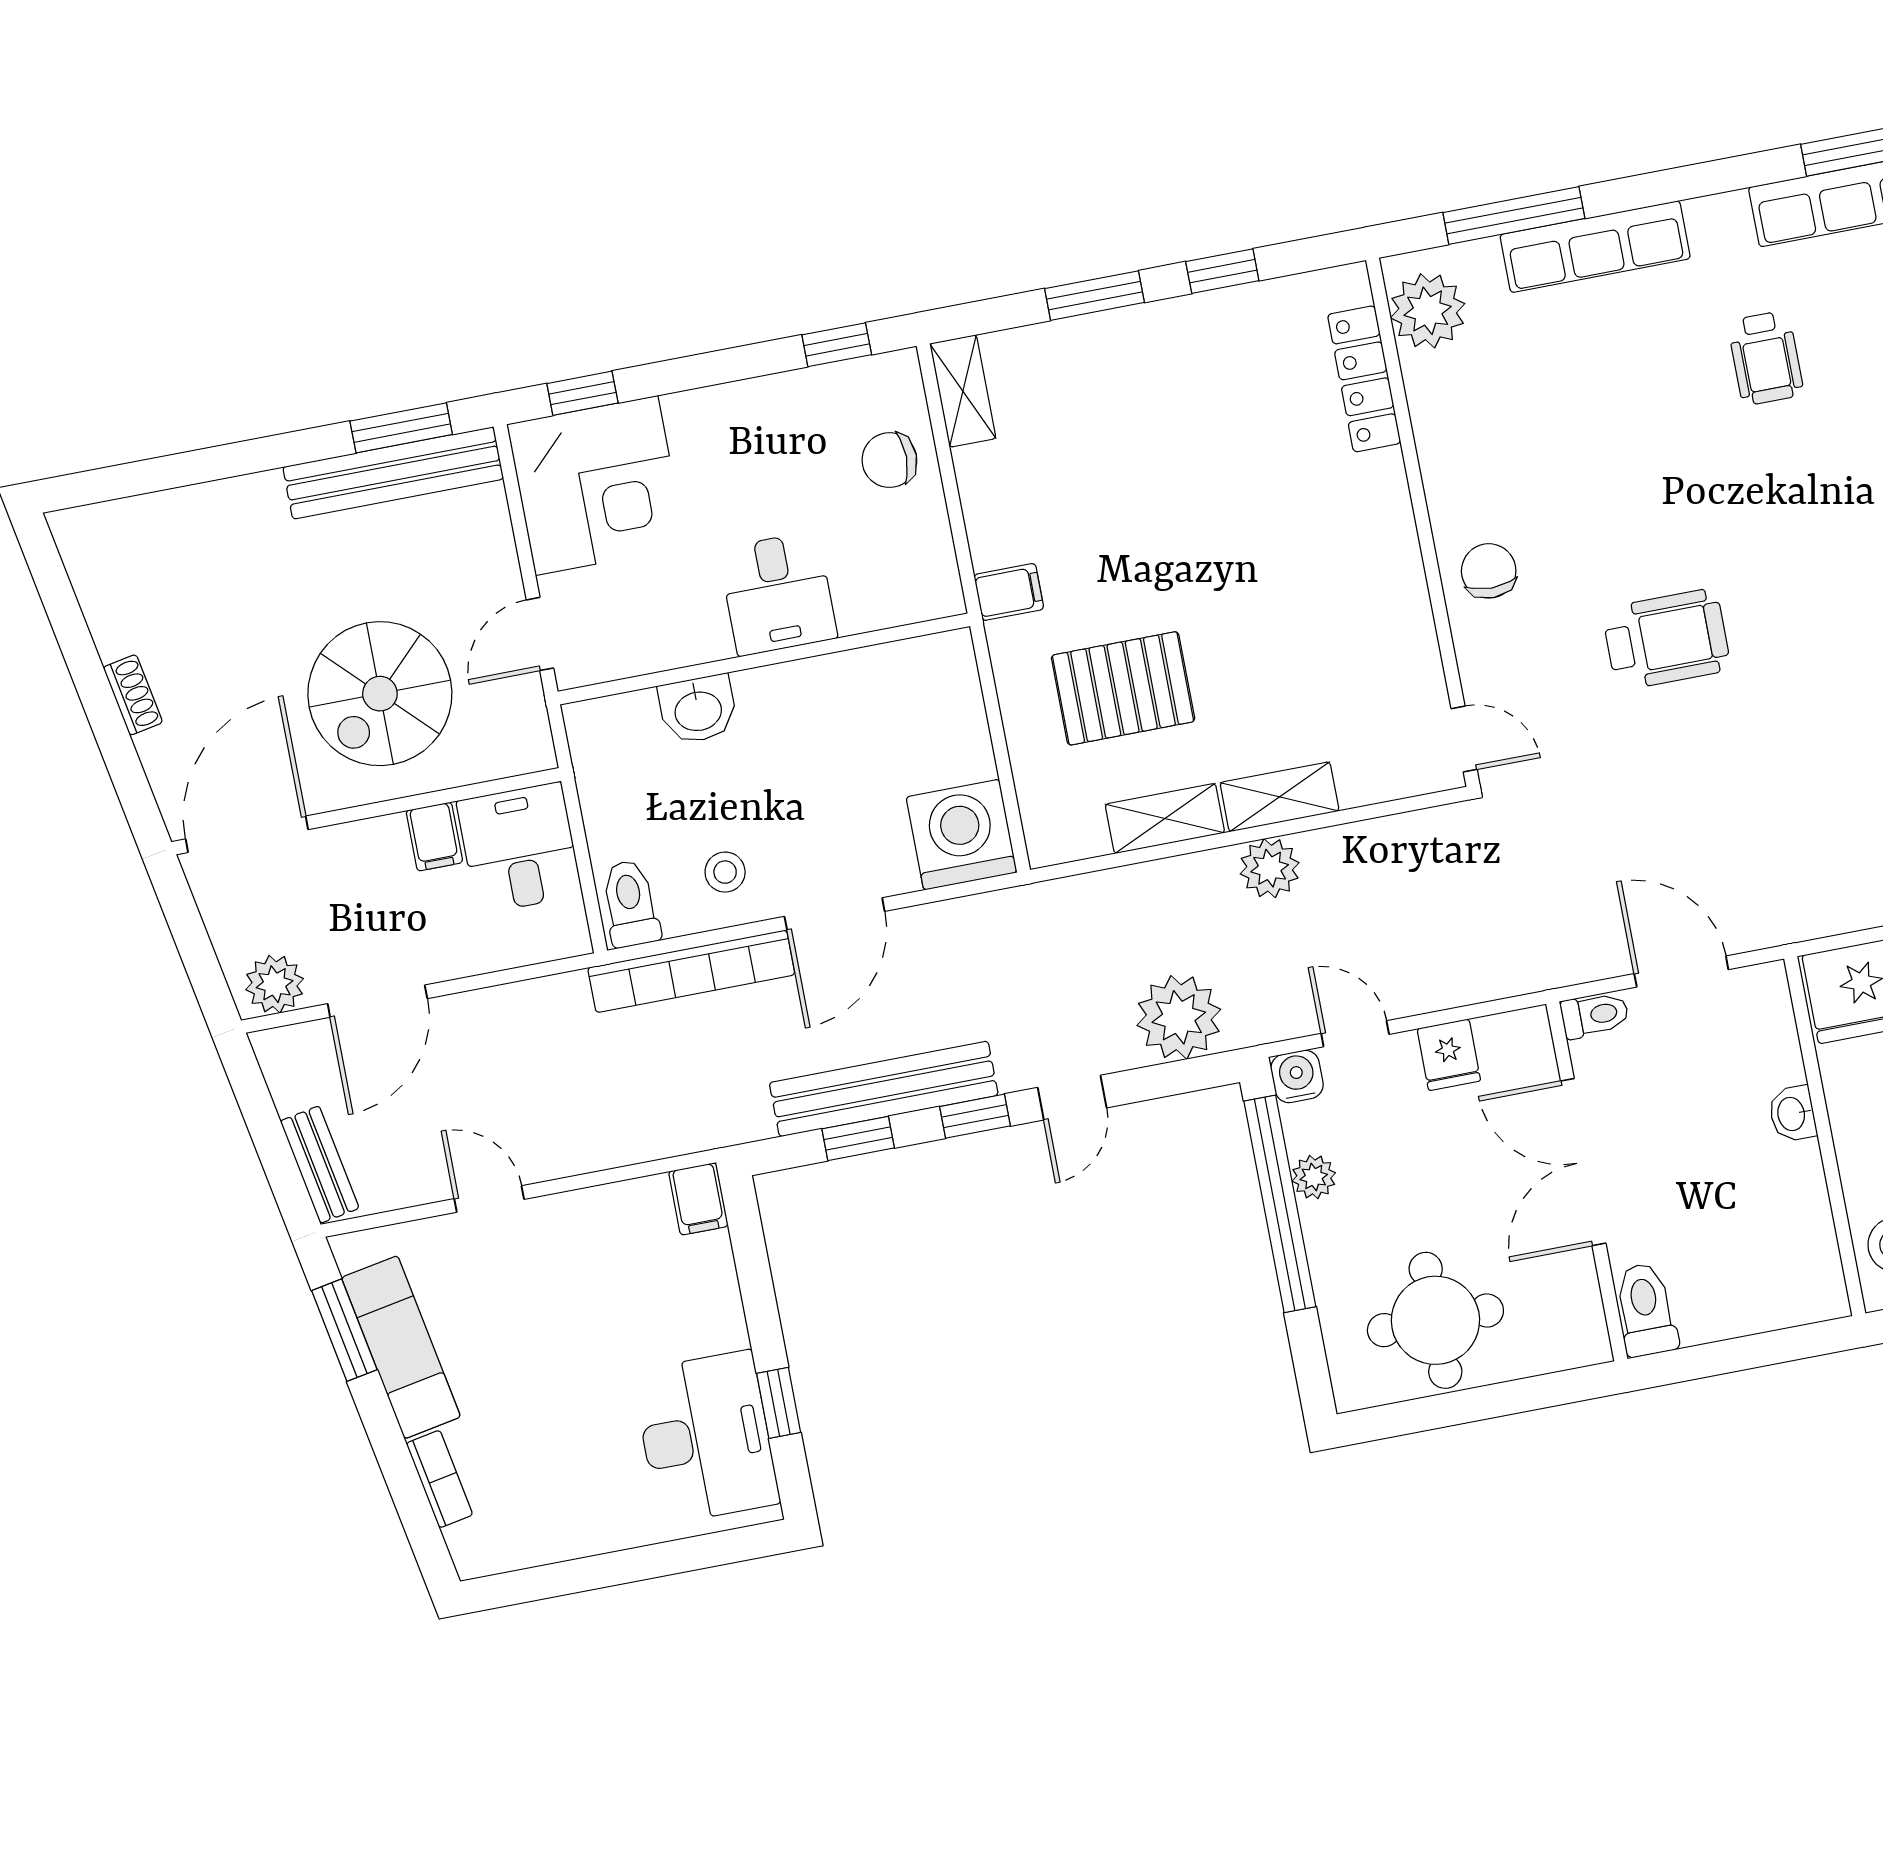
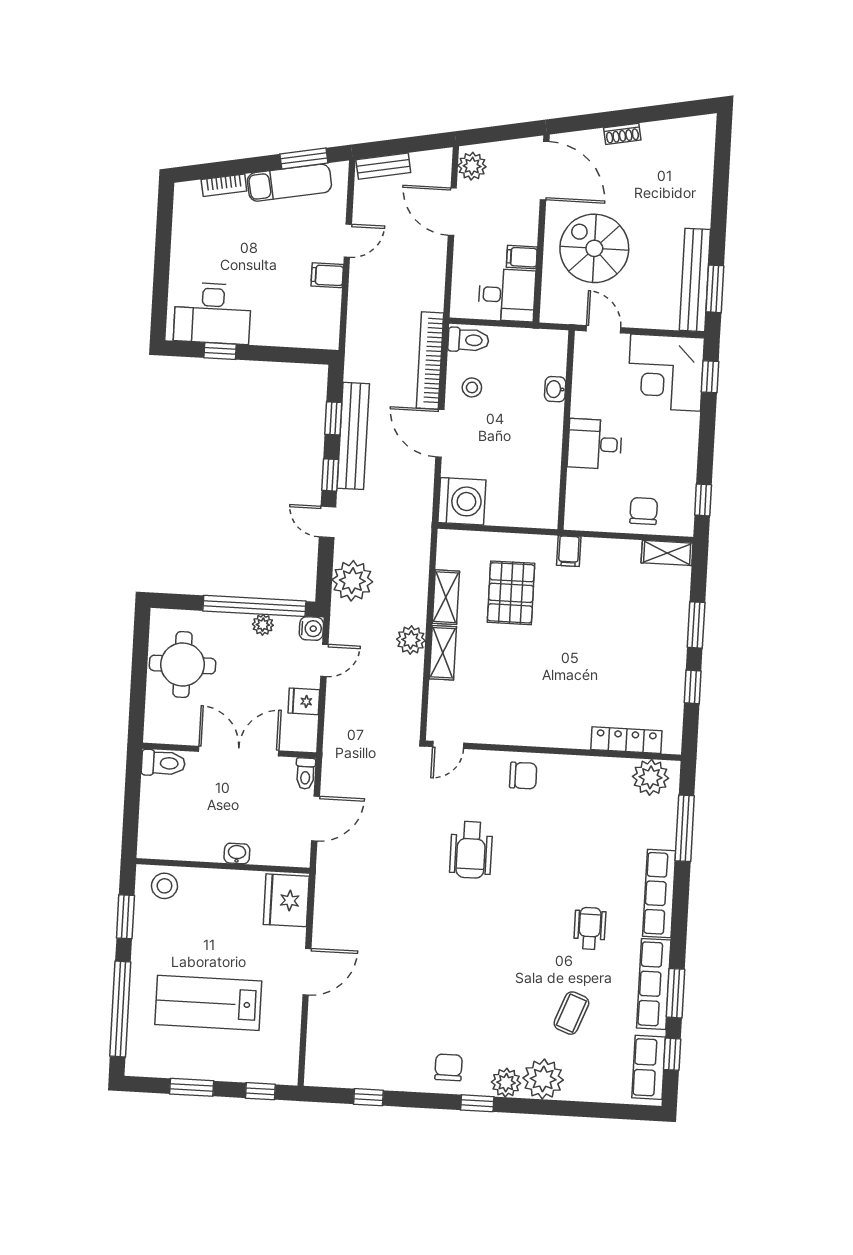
row of seats: (1595, 247) -> (659, 893), moved
wheelchair: (1766, 358) -> (590, 928), turned 90
washbasin: (698, 709) -> (555, 389), width x0.72, depth x0.69
filing cabinet: (698, 1199) -> (327, 275), moved

